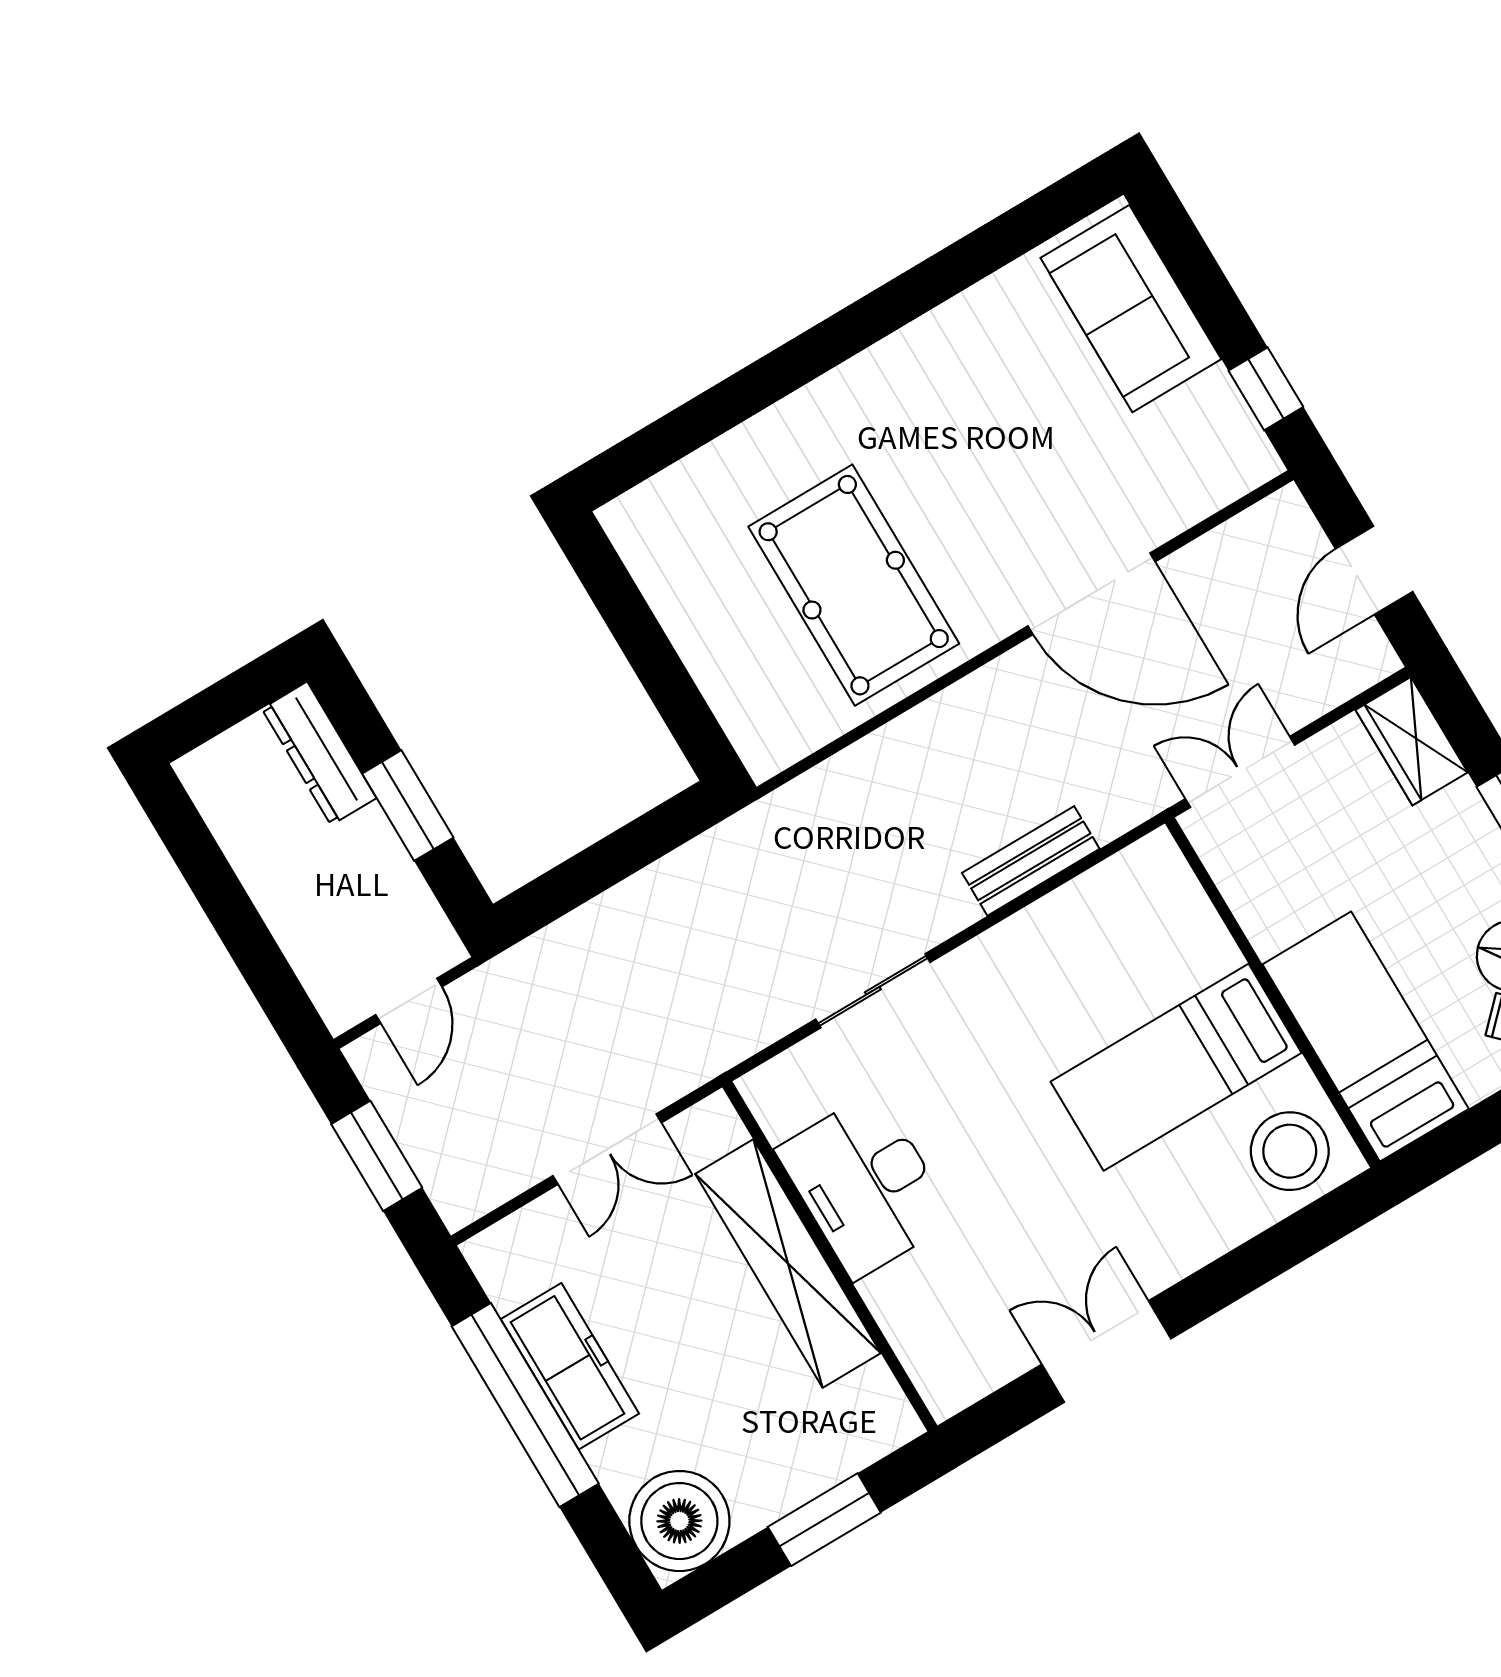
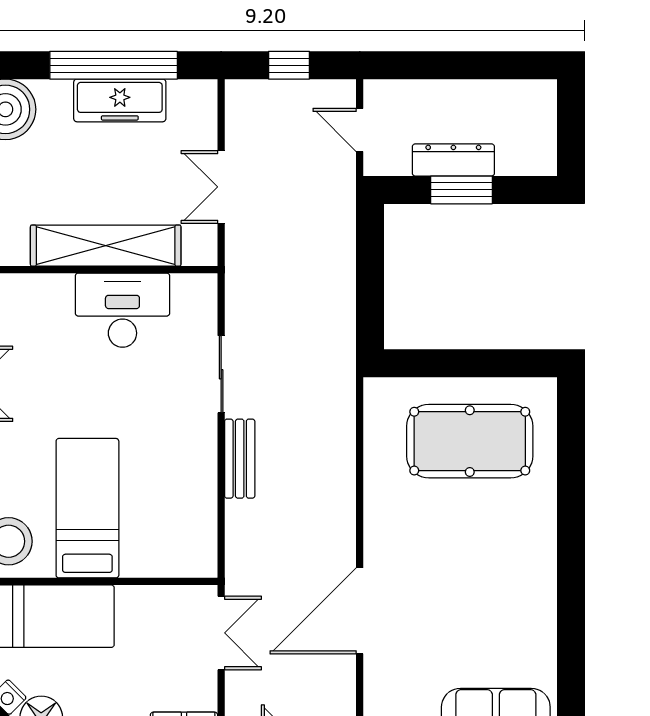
pool table: (854, 585) -> (470, 441), moved
dresser: (319, 753) -> (453, 160), moved
bench: (1031, 861) -> (240, 459), moved
window: (377, 1156) -> (289, 65), width x0.67

